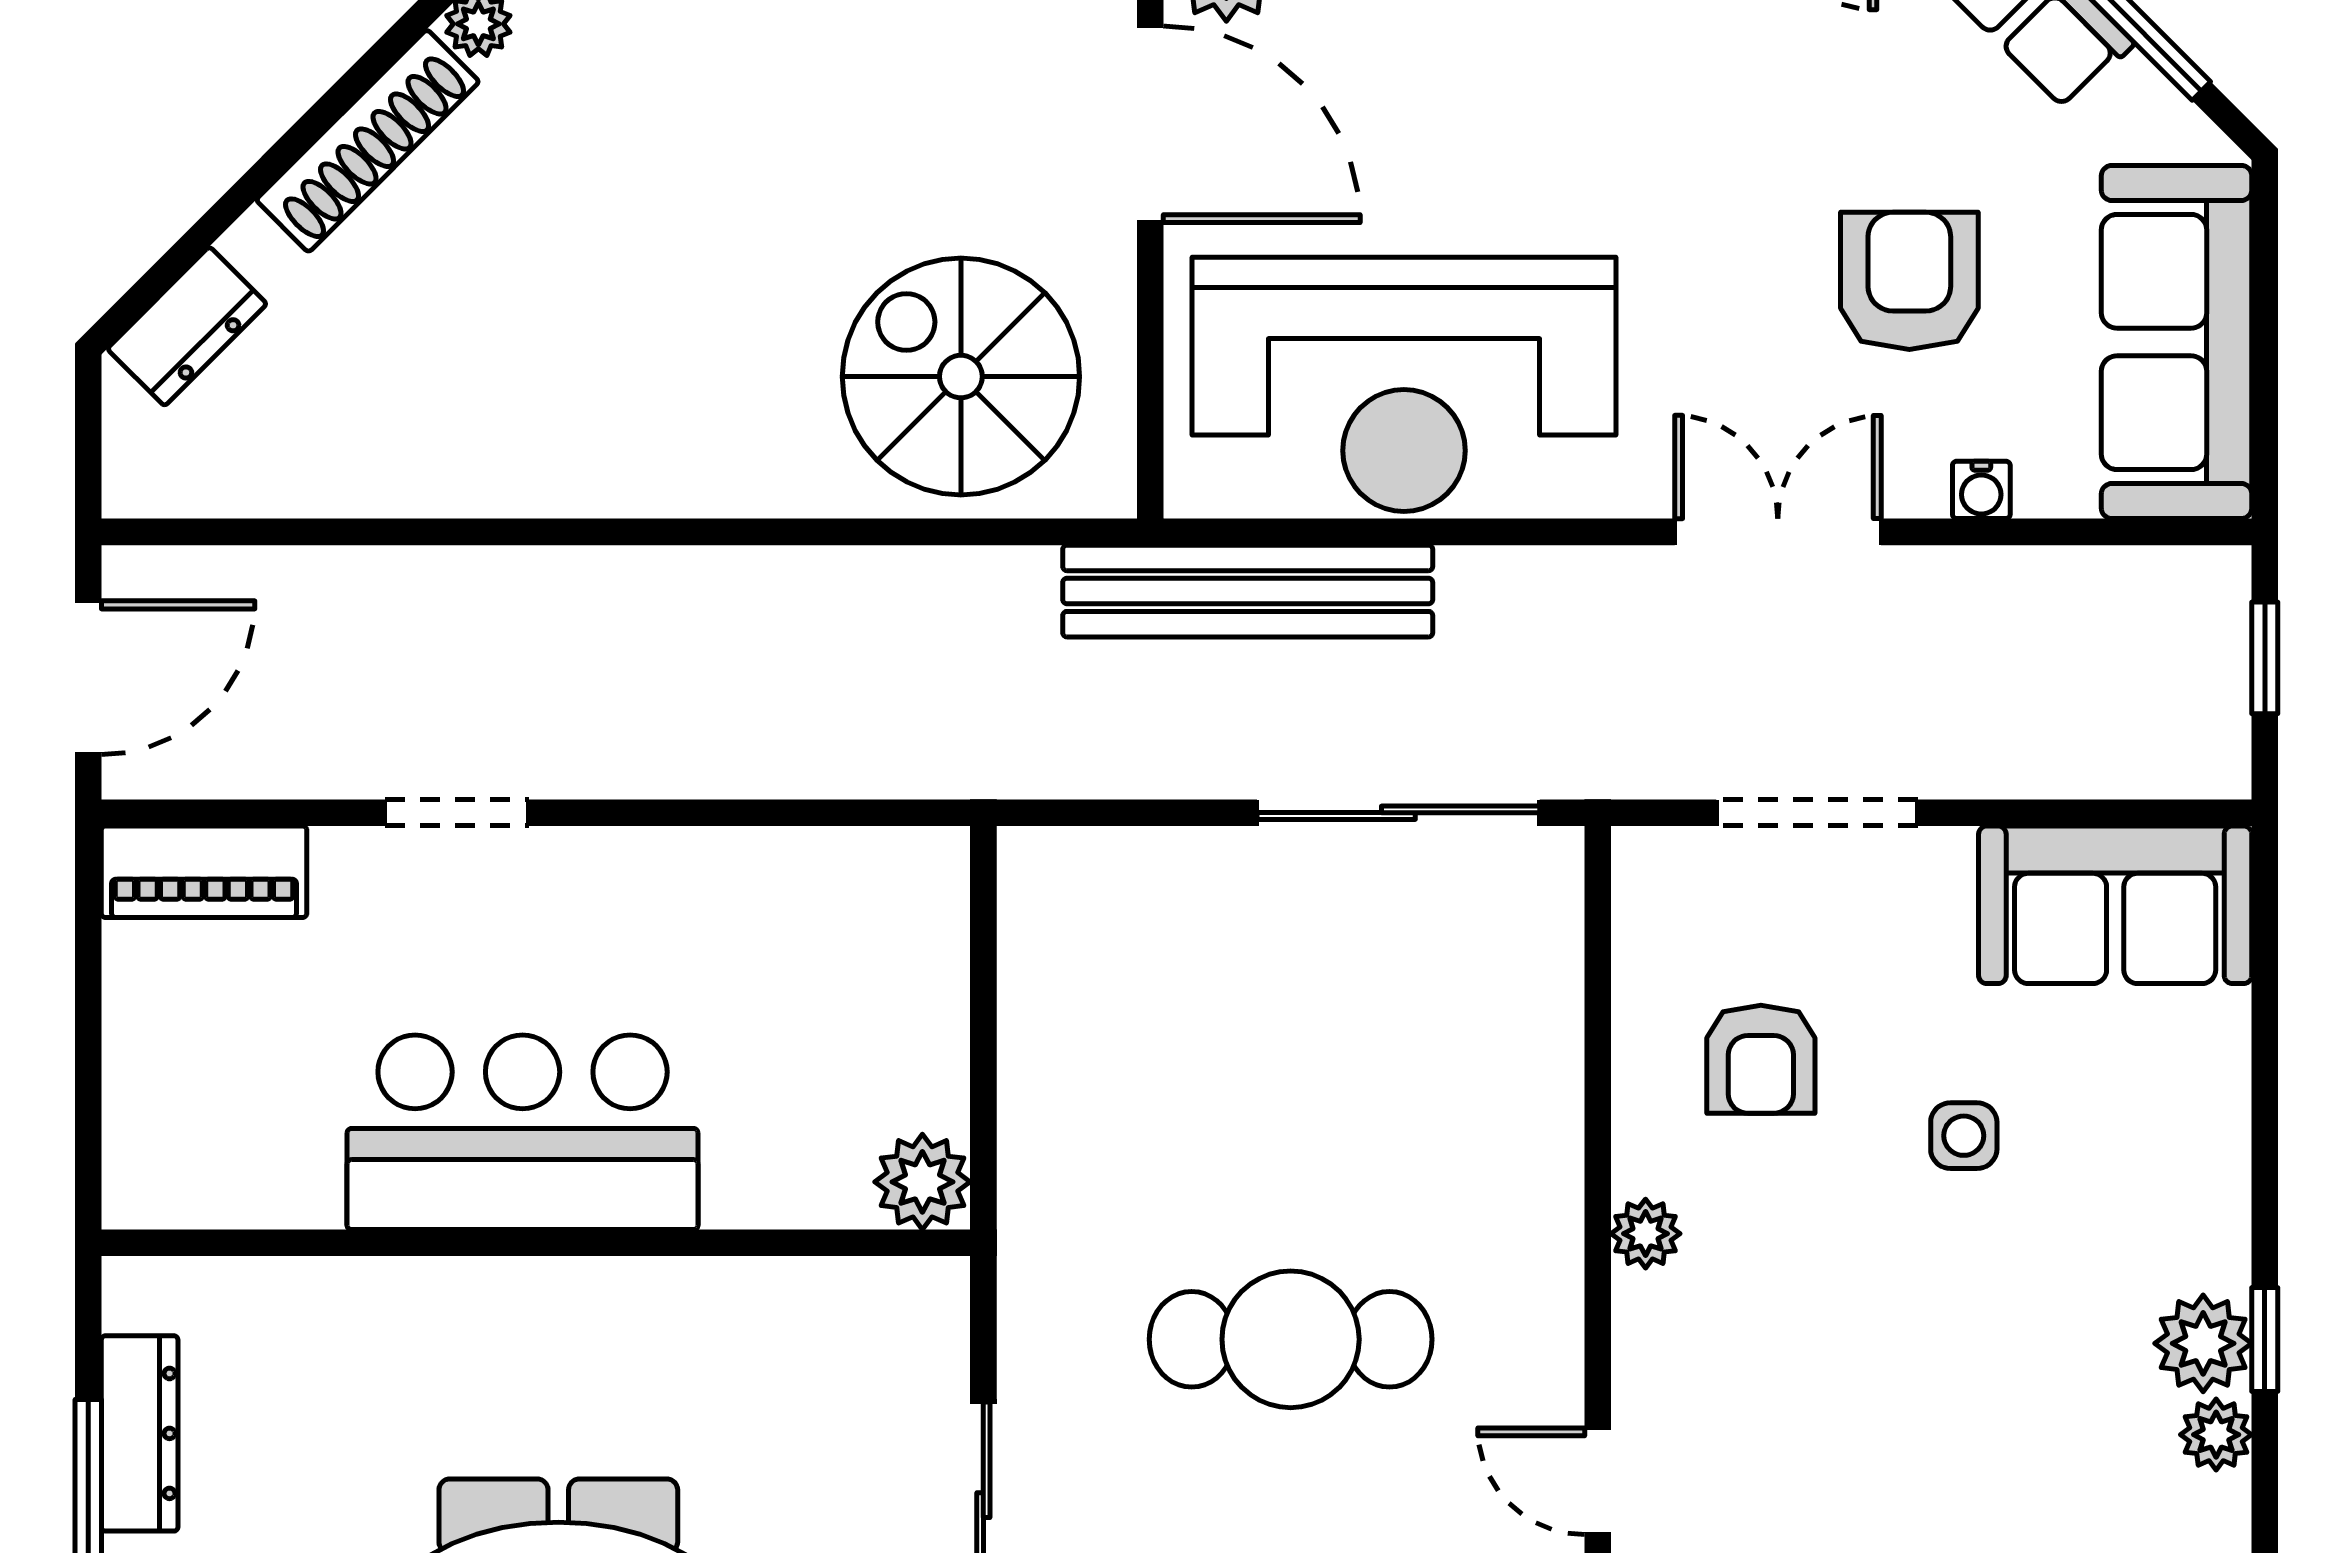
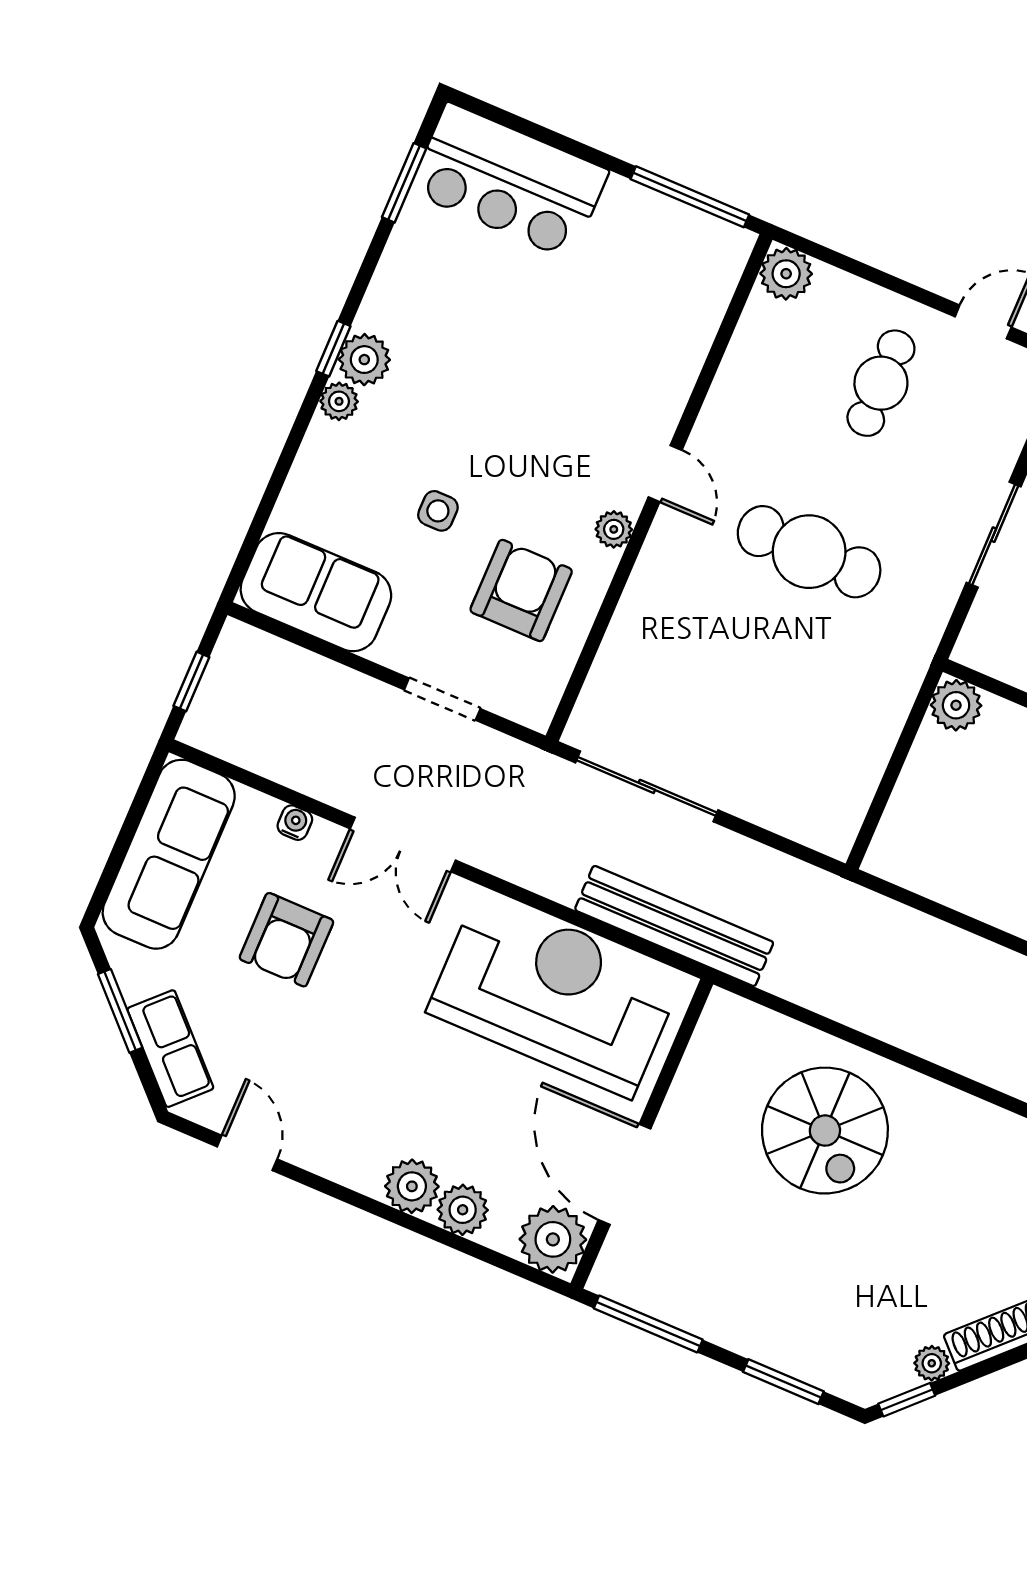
spiral stairs: (961, 377) -> (825, 1131), moved
doorway: (1817, 813) -> (442, 699), width x0.73
armchair: (1761, 1059) -> (521, 590), width x1.38, depth x1.38
plant: (2216, 1435) -> (339, 401), moved
door: (1598, 1481) -> (665, 474), moved

